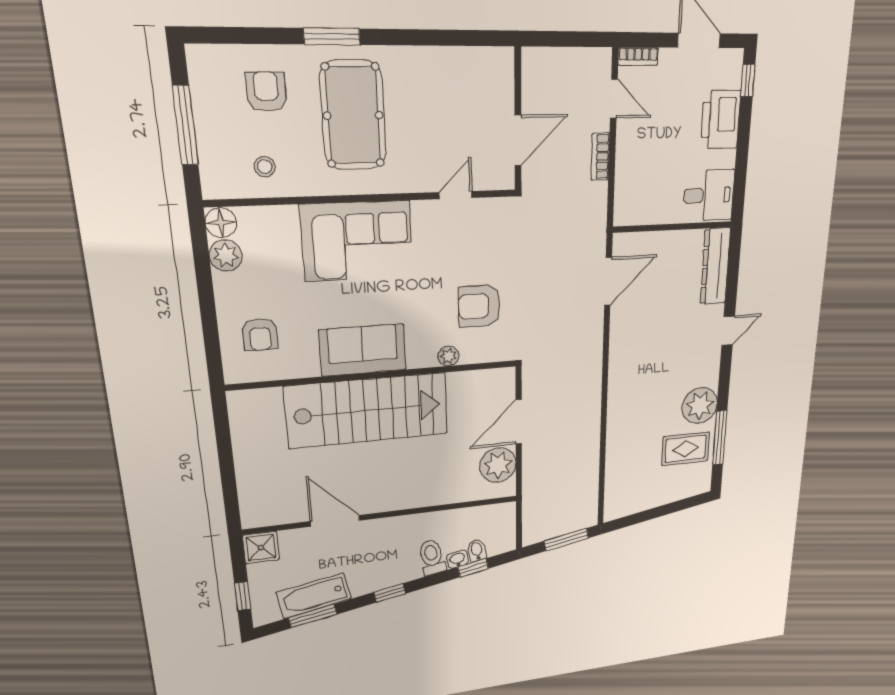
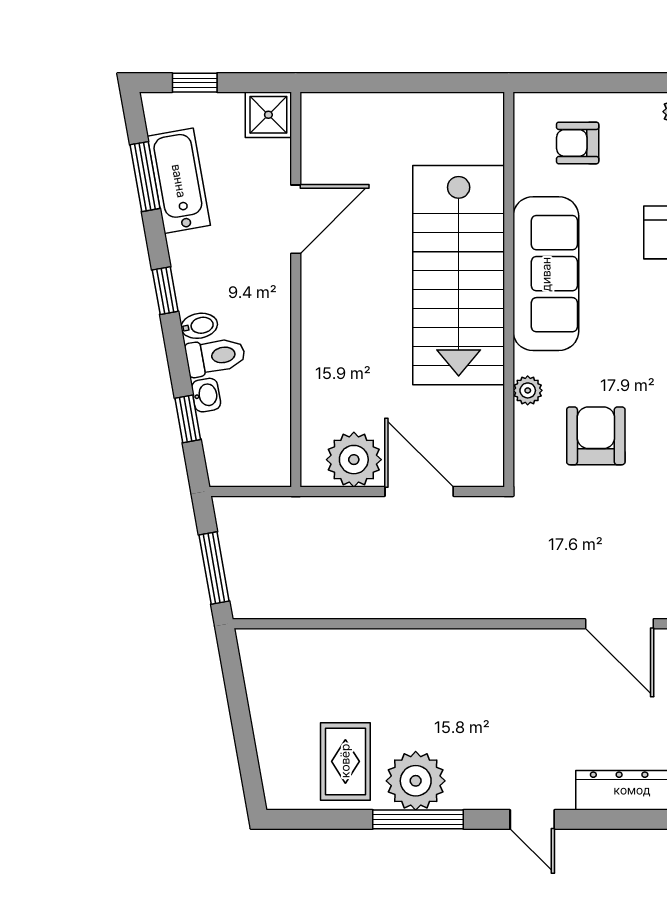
sofa: (363, 350) -> (546, 274), width x1.36
window: (720, 438) -> (418, 819), moved
bidet: (477, 550) -> (199, 326), moved

